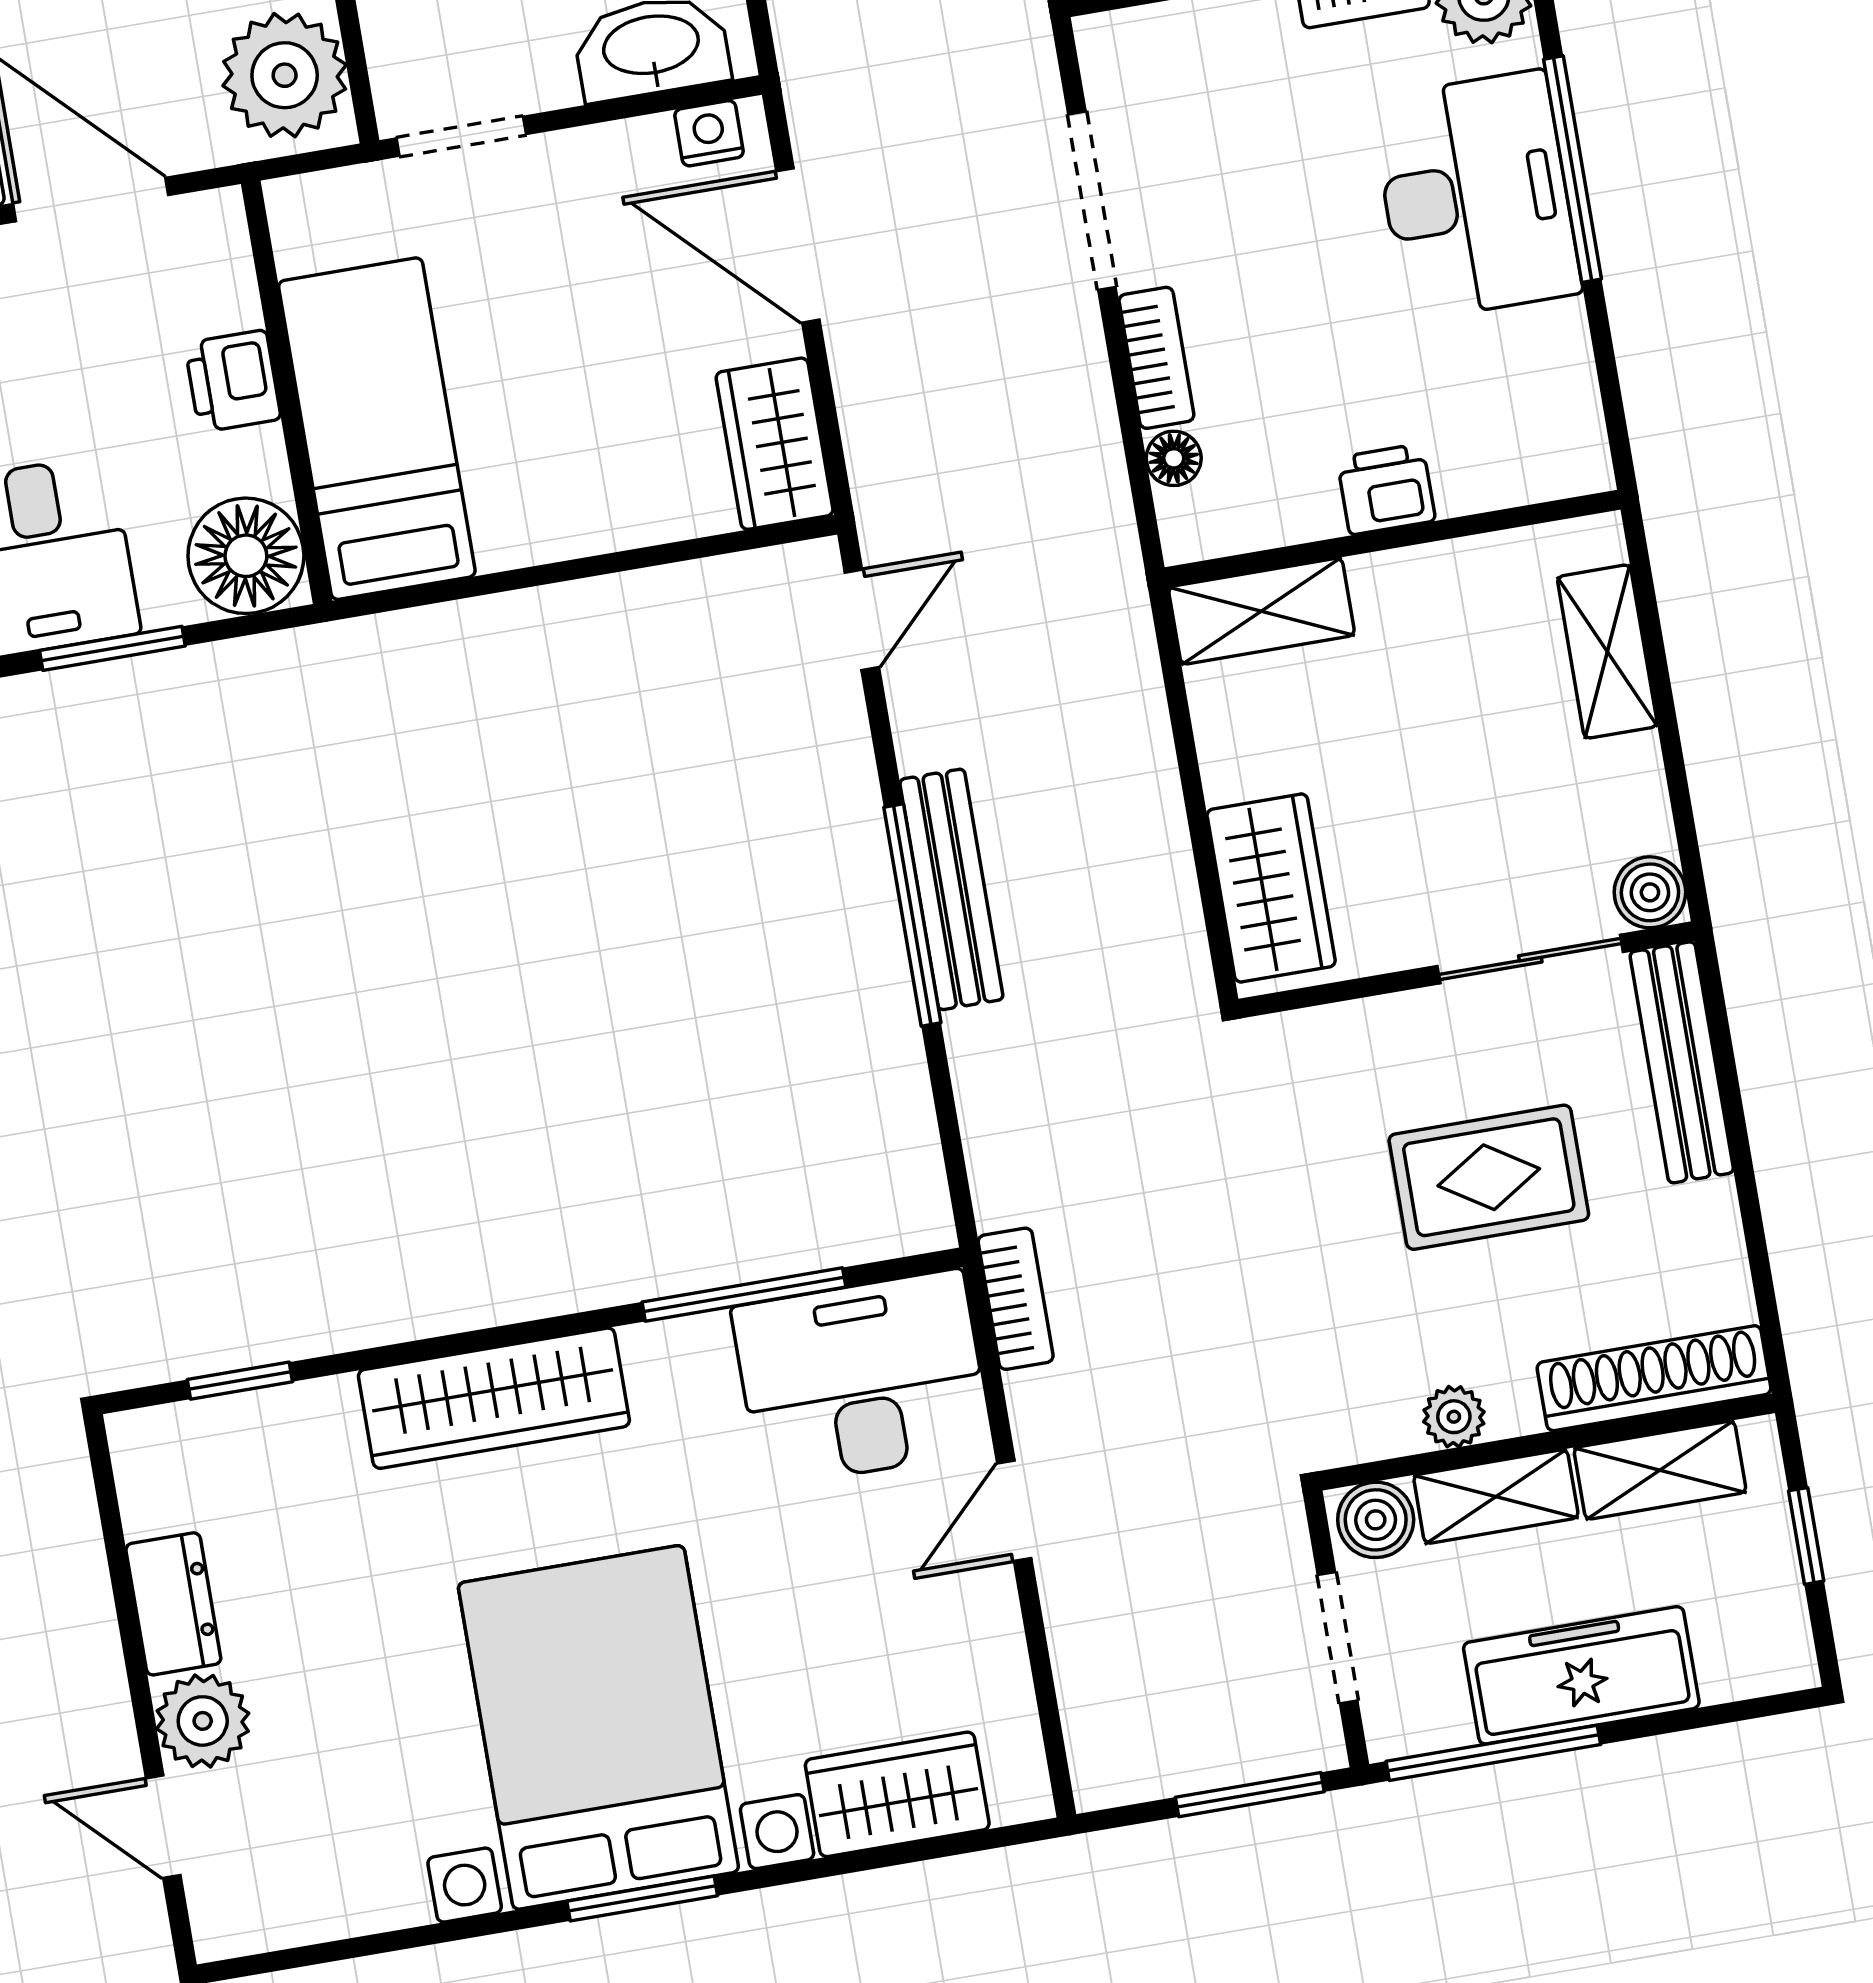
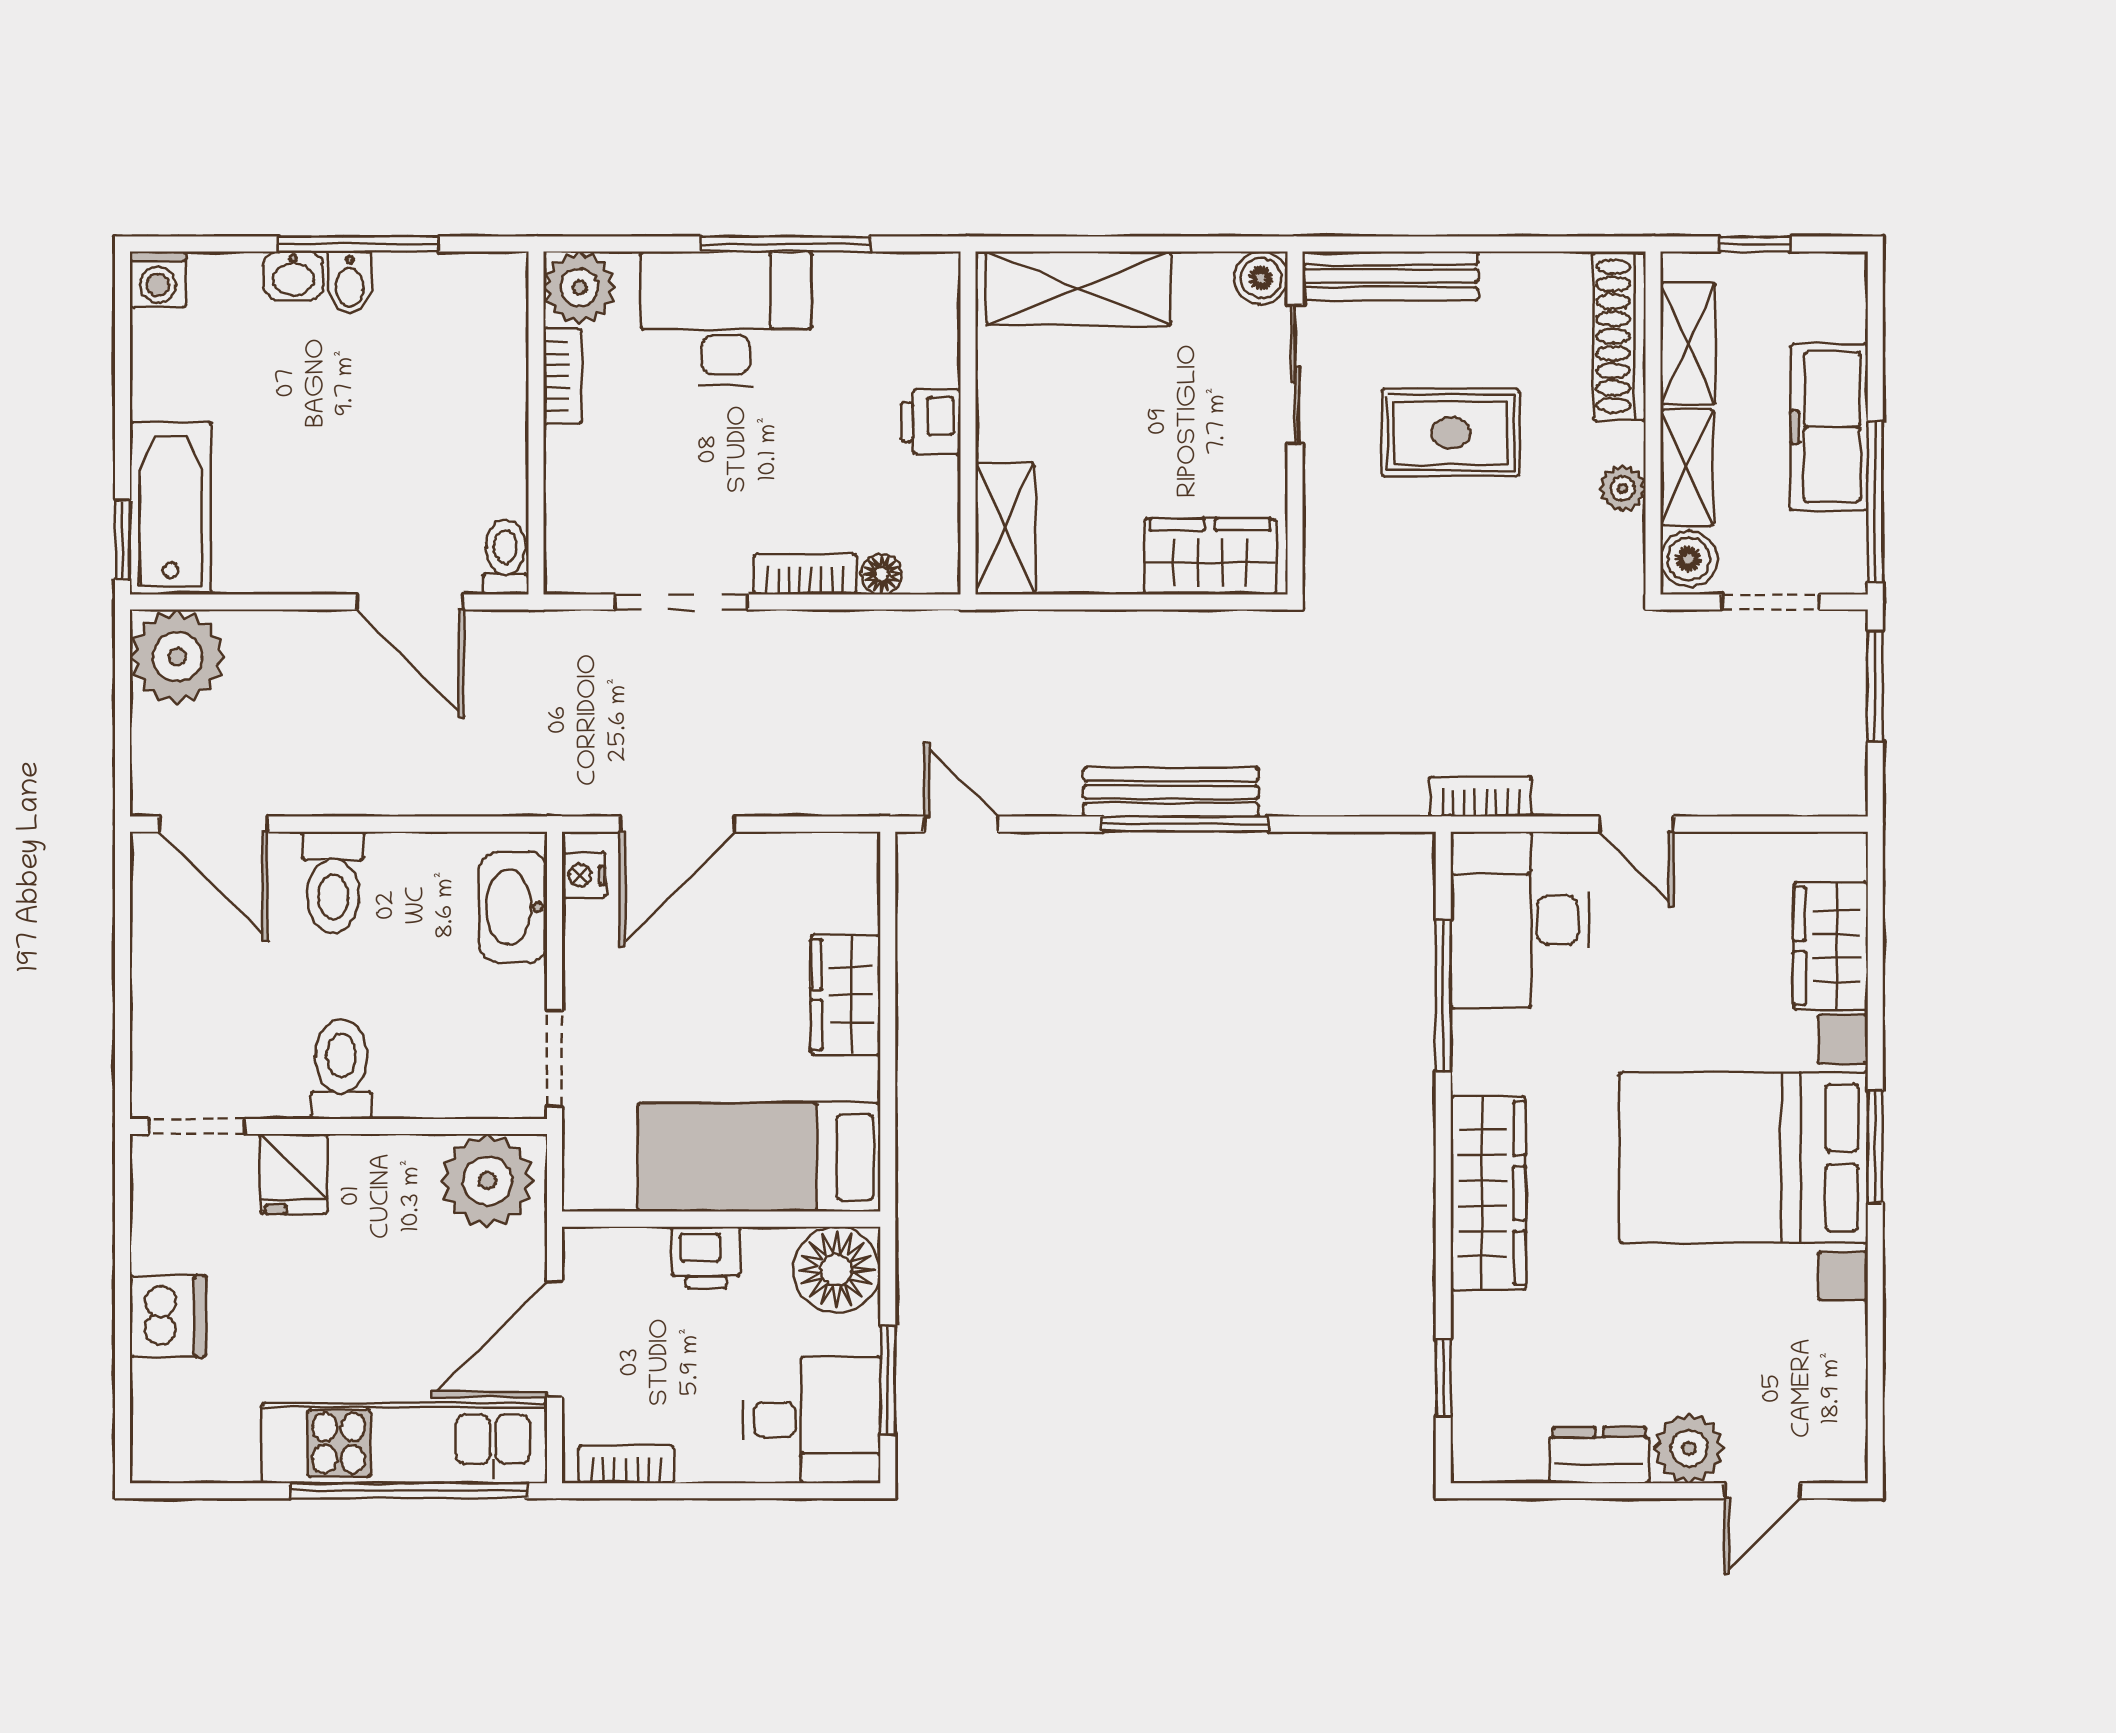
window: (1573, 169) -> (786, 244), moved
wardrobe: (775, 444) -> (846, 995), moved, turned 90
shelving: (1607, 652) -> (1078, 288), width x1.50, depth x1.33
rug: (1489, 1177) -> (1451, 433), turned 90

